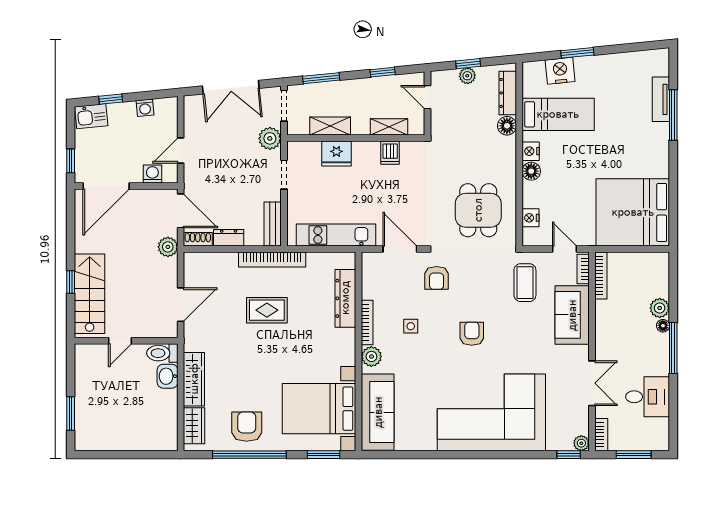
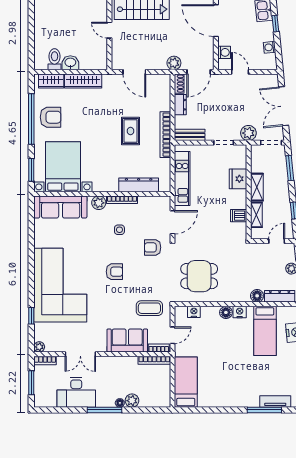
shelving: (330, 126) -> (257, 187), moved
bed: (633, 212) -> (186, 382), width x0.49
toilet: (162, 353) -> (55, 59), moved
washbasin: (167, 376) -> (70, 63), moved
desk: (648, 397) -> (76, 392), width x1.37
window: (569, 455) -> (31, 316), moved

